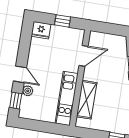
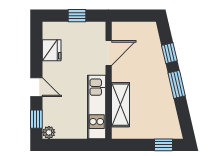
fridge: (41, 30) -> (52, 50), moved, turned -90
plant: (28, 91) -> (49, 132), moved

